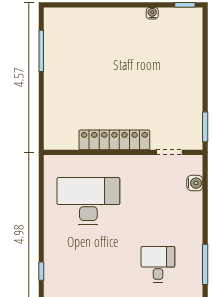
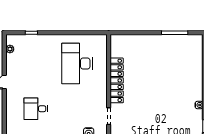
desk: (88, 201) -> (77, 63), turned 180
desk: (158, 264) -> (36, 109), turned 180

